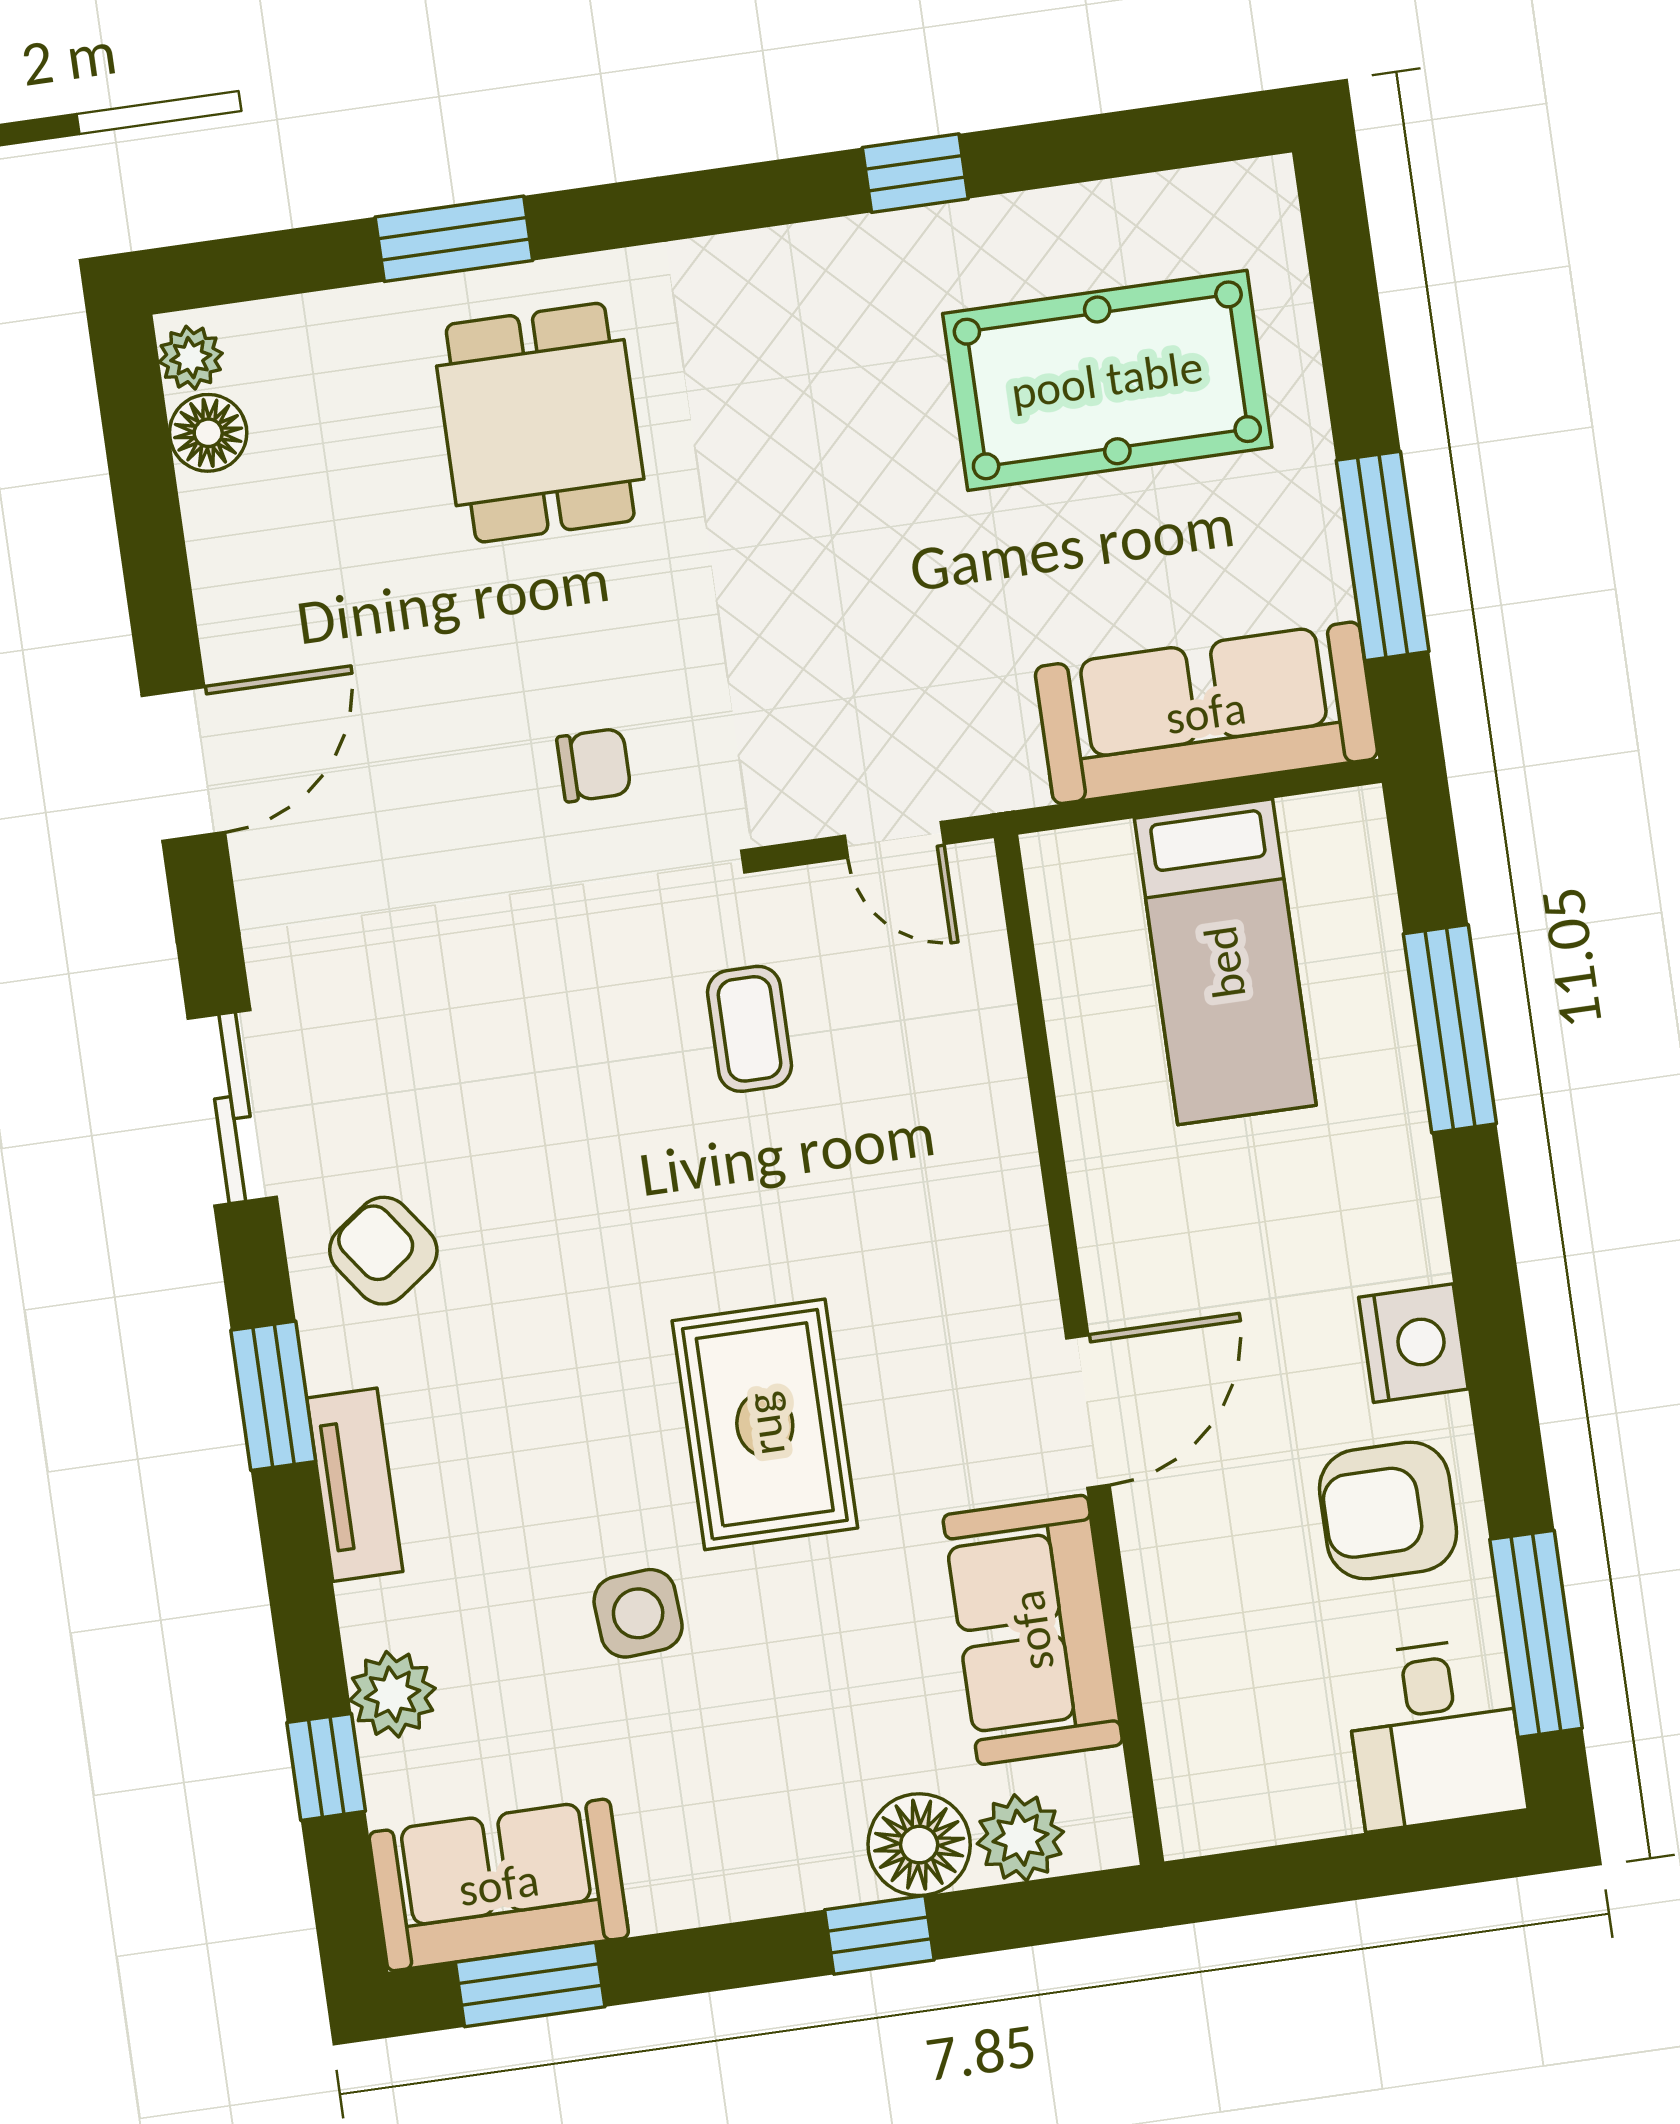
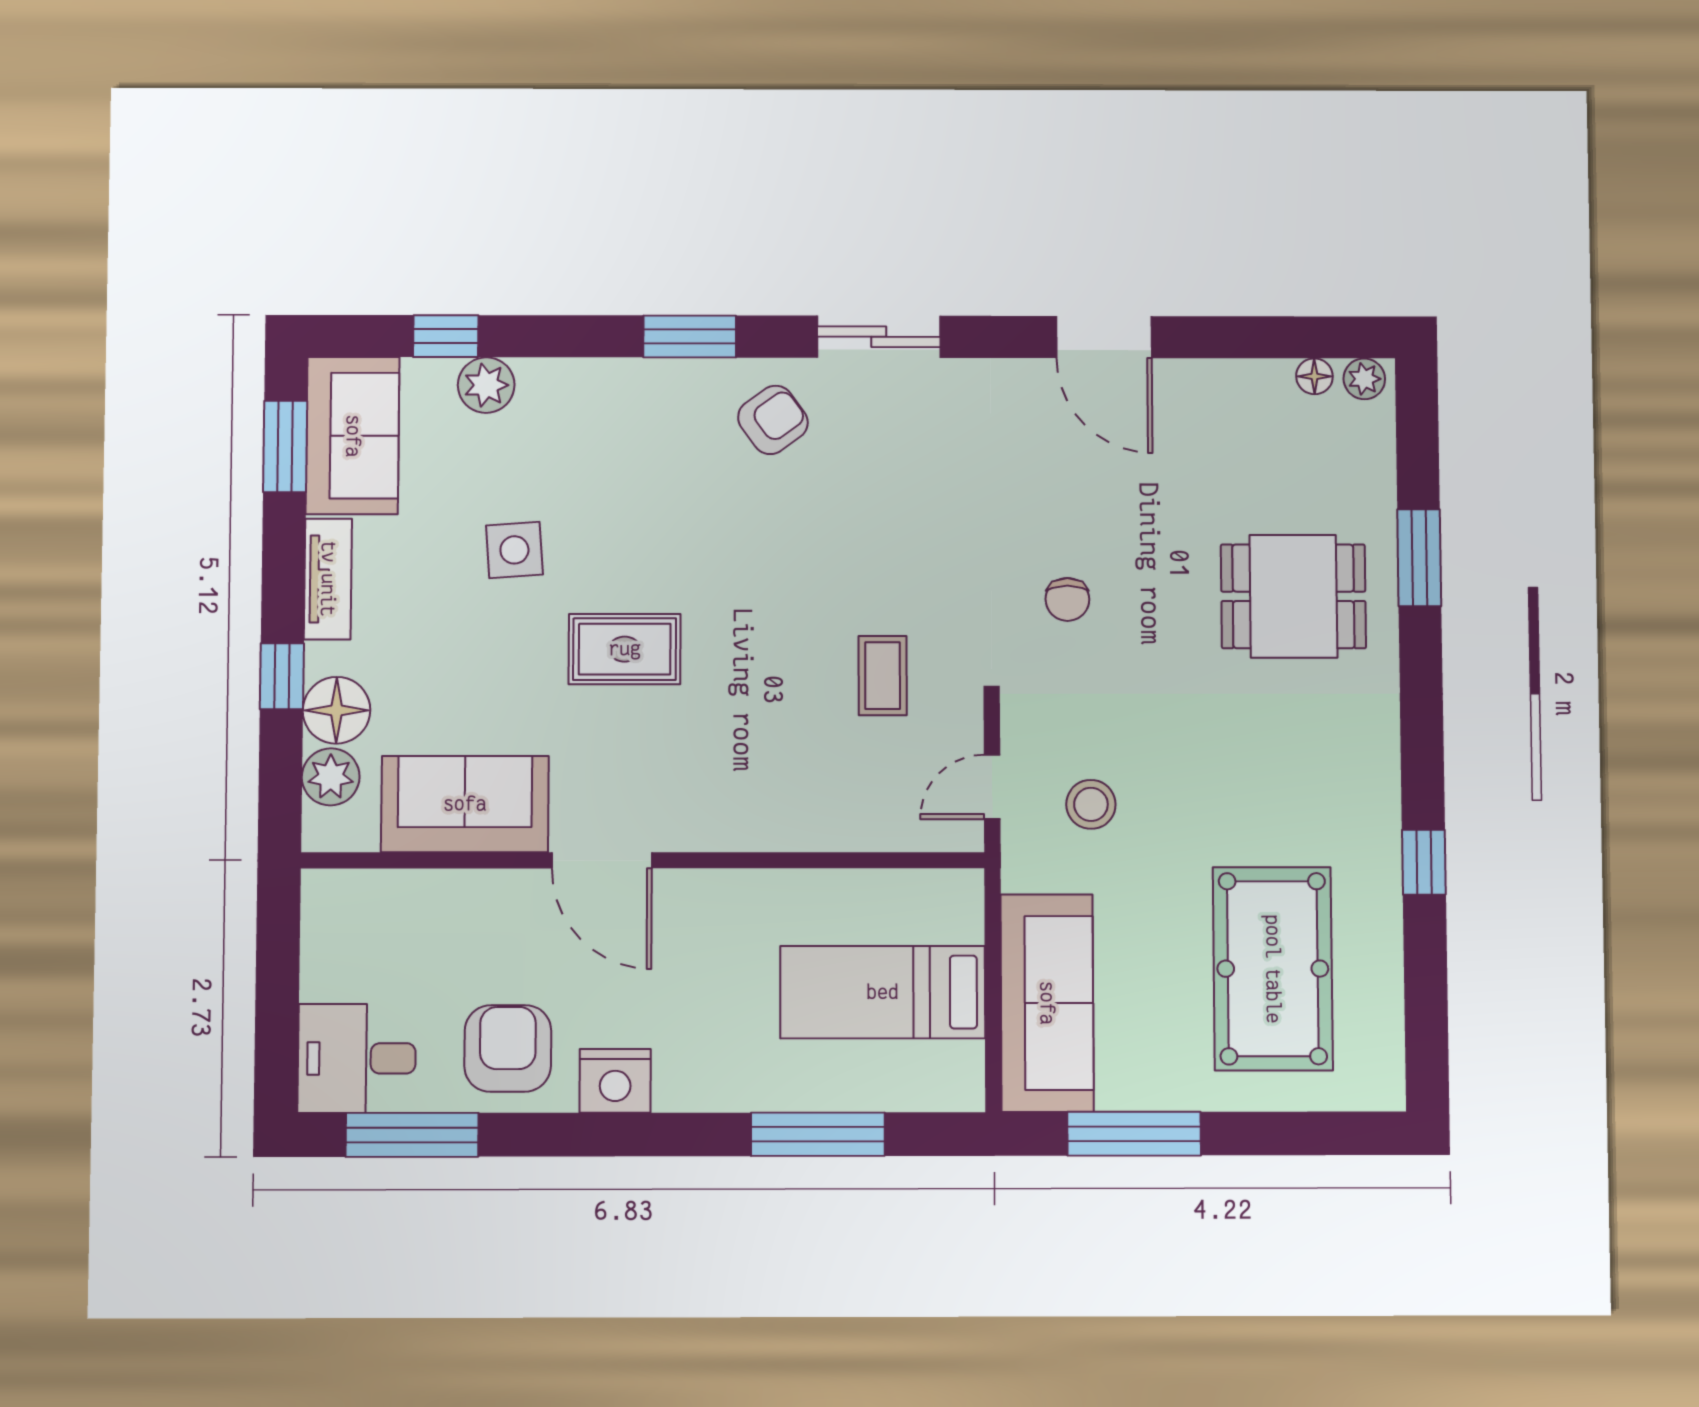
floor lamp: (208, 433) -> (1314, 376), width x0.73, depth x0.73
stool: (899, 687) -> (1091, 804), added
coffee table: (750, 1029) -> (883, 676), turned 90
rug: (765, 1424) -> (625, 649), width x0.73, depth x0.70
tv unit: (355, 1485) -> (328, 579), moved, turned -90

